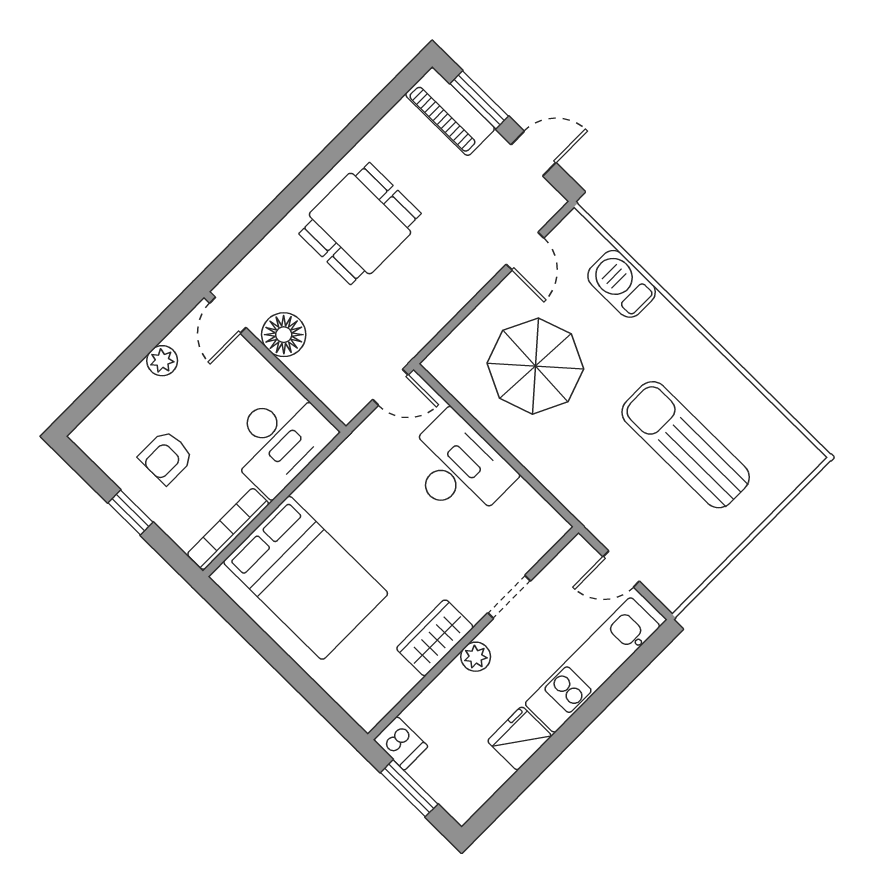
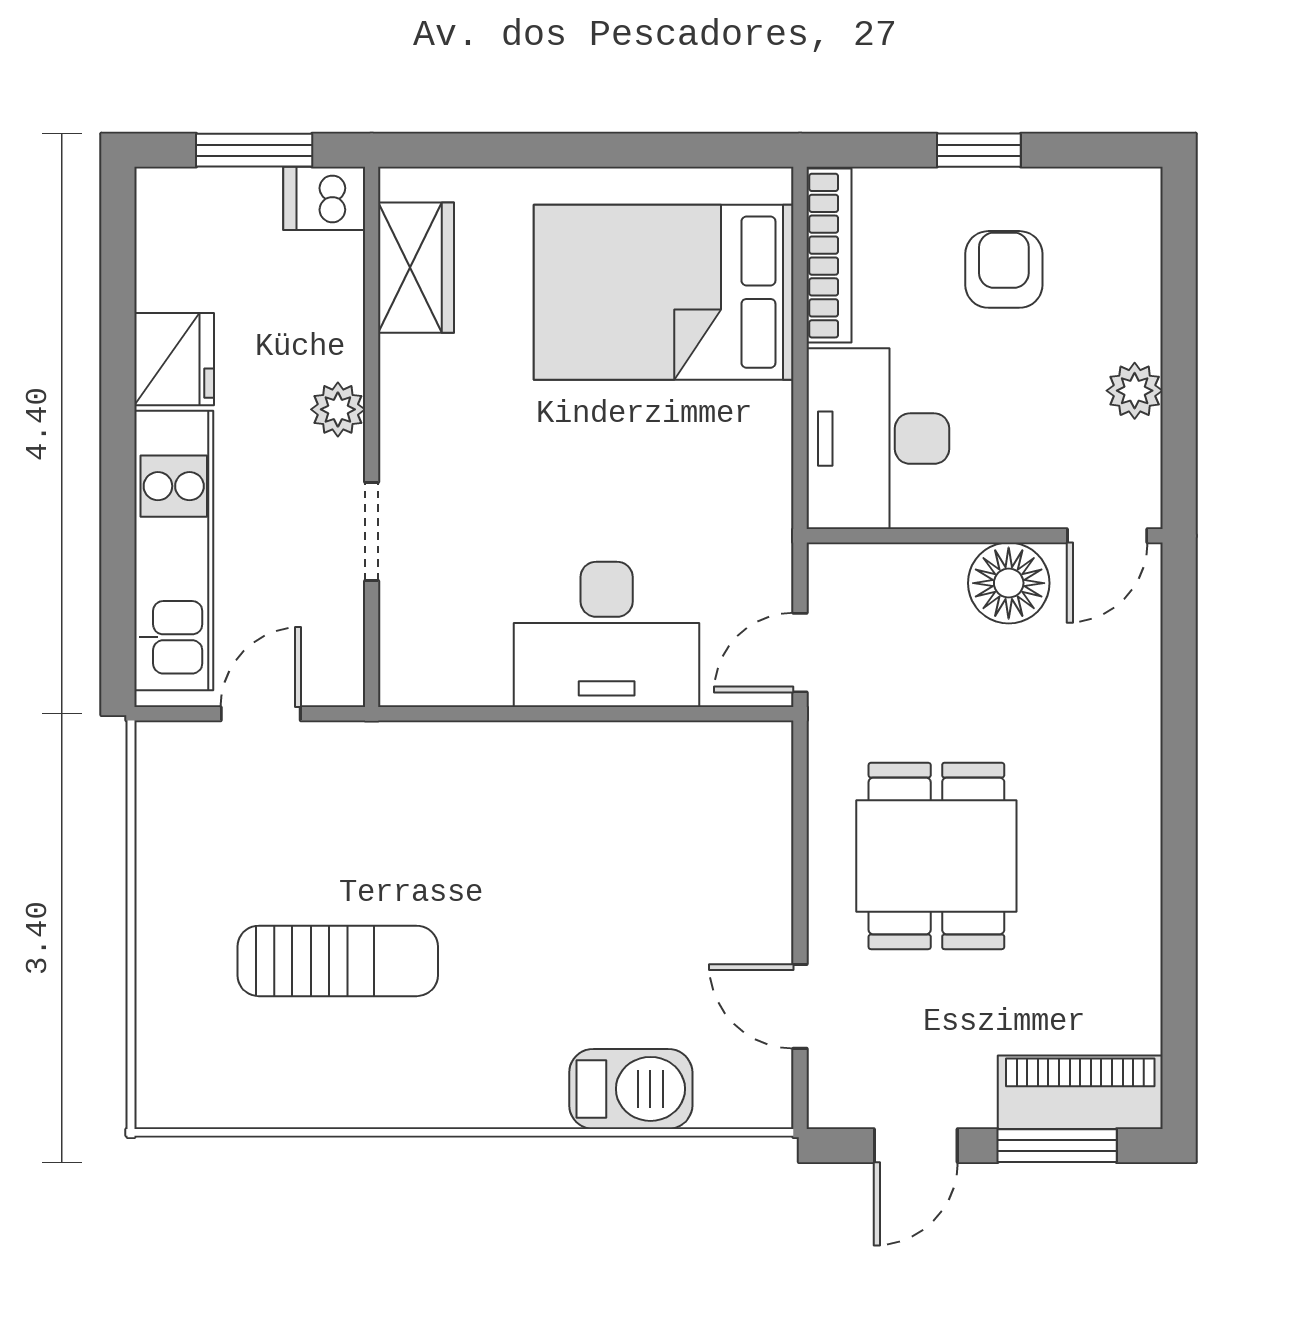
dining table: (360, 224) -> (936, 856), moved
door: (228, 315) -> (1107, 536), swing flipped
parasol: (535, 366) -> (637, 869), removed
sun lounger: (686, 445) -> (338, 961), width x0.73, depth x0.75
wardrobe: (435, 638) -> (416, 268), moved

